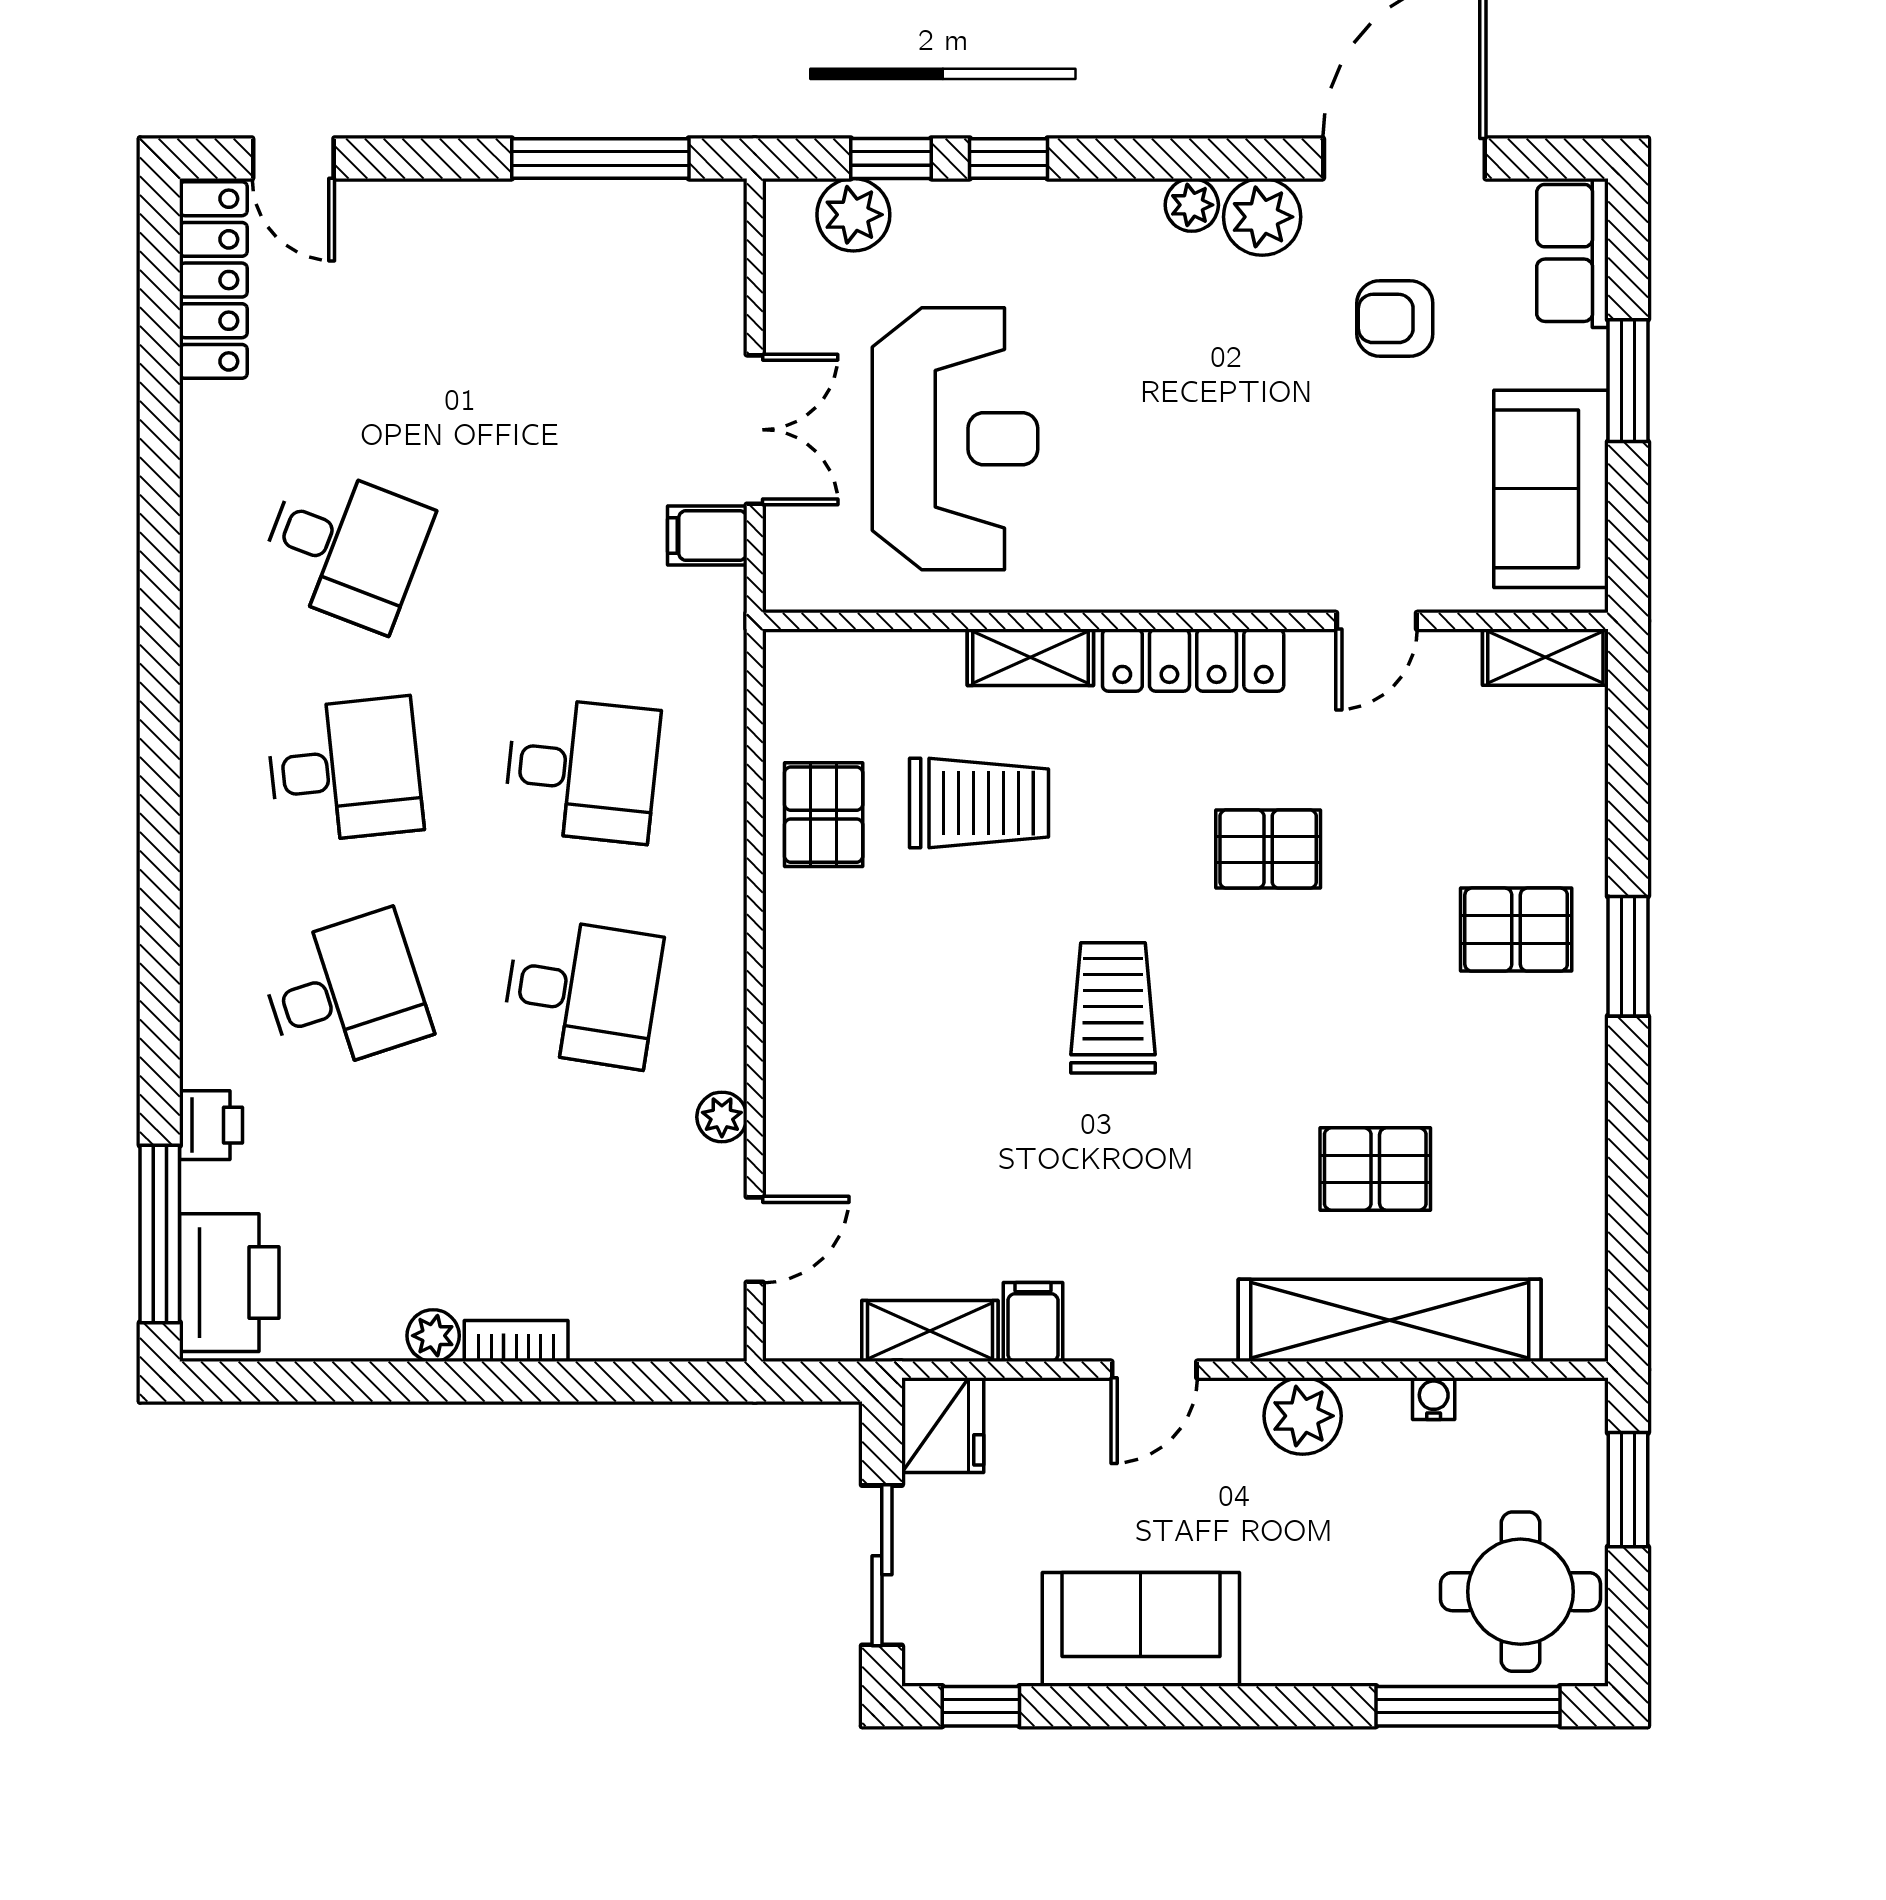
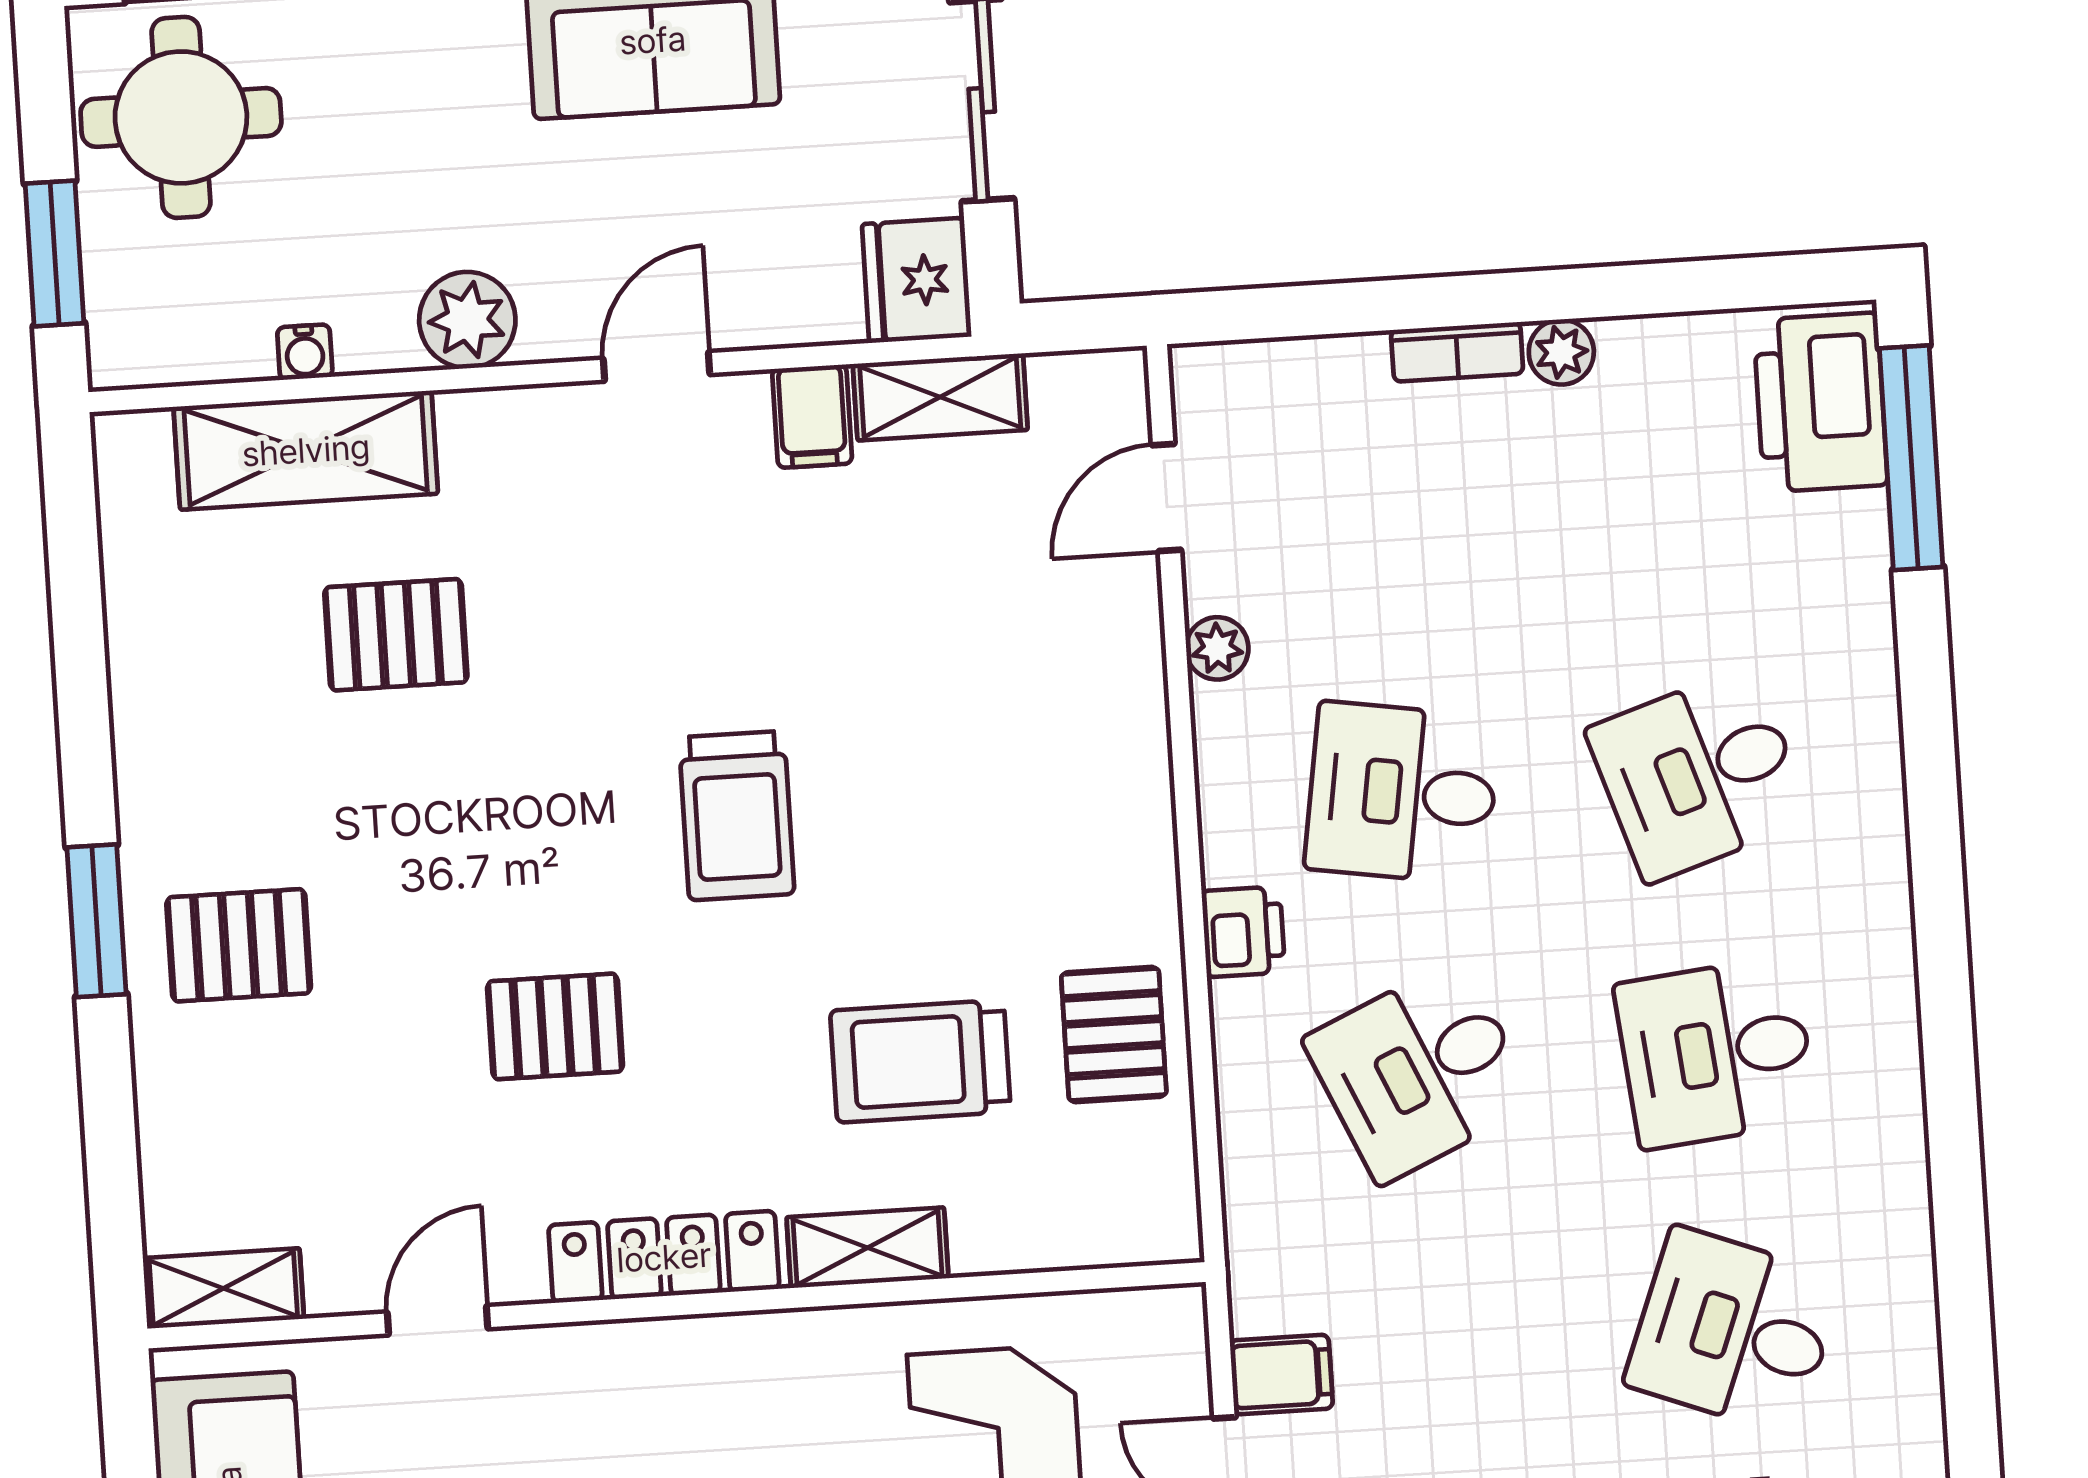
desk: (582, 770) -> (1420, 1071), turned -30
printer: (211, 1125) -> (1243, 932), moved, turned 180
shelving: (1390, 1320) -> (306, 450), width x0.68

